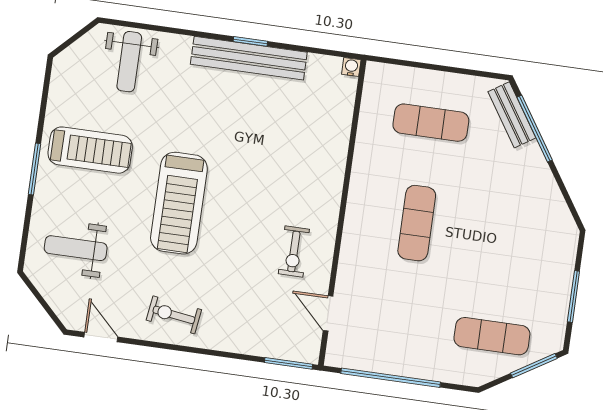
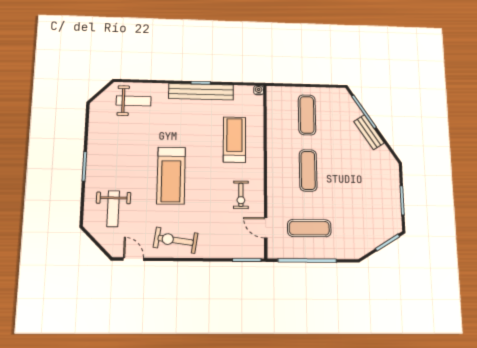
weight bench: (129, 62) -> (134, 101), turned -90
bench: (512, 115) -> (369, 132), moved
exercise mat: (431, 123) -> (307, 115), turned 90
treadmill: (90, 150) -> (234, 140), moved, turned -90
weight bench: (76, 248) -> (113, 209), turned -90
exercise bike: (174, 315) -> (176, 240), width x1.38, depth x1.39
exercise mat: (492, 336) -> (309, 228), moved

